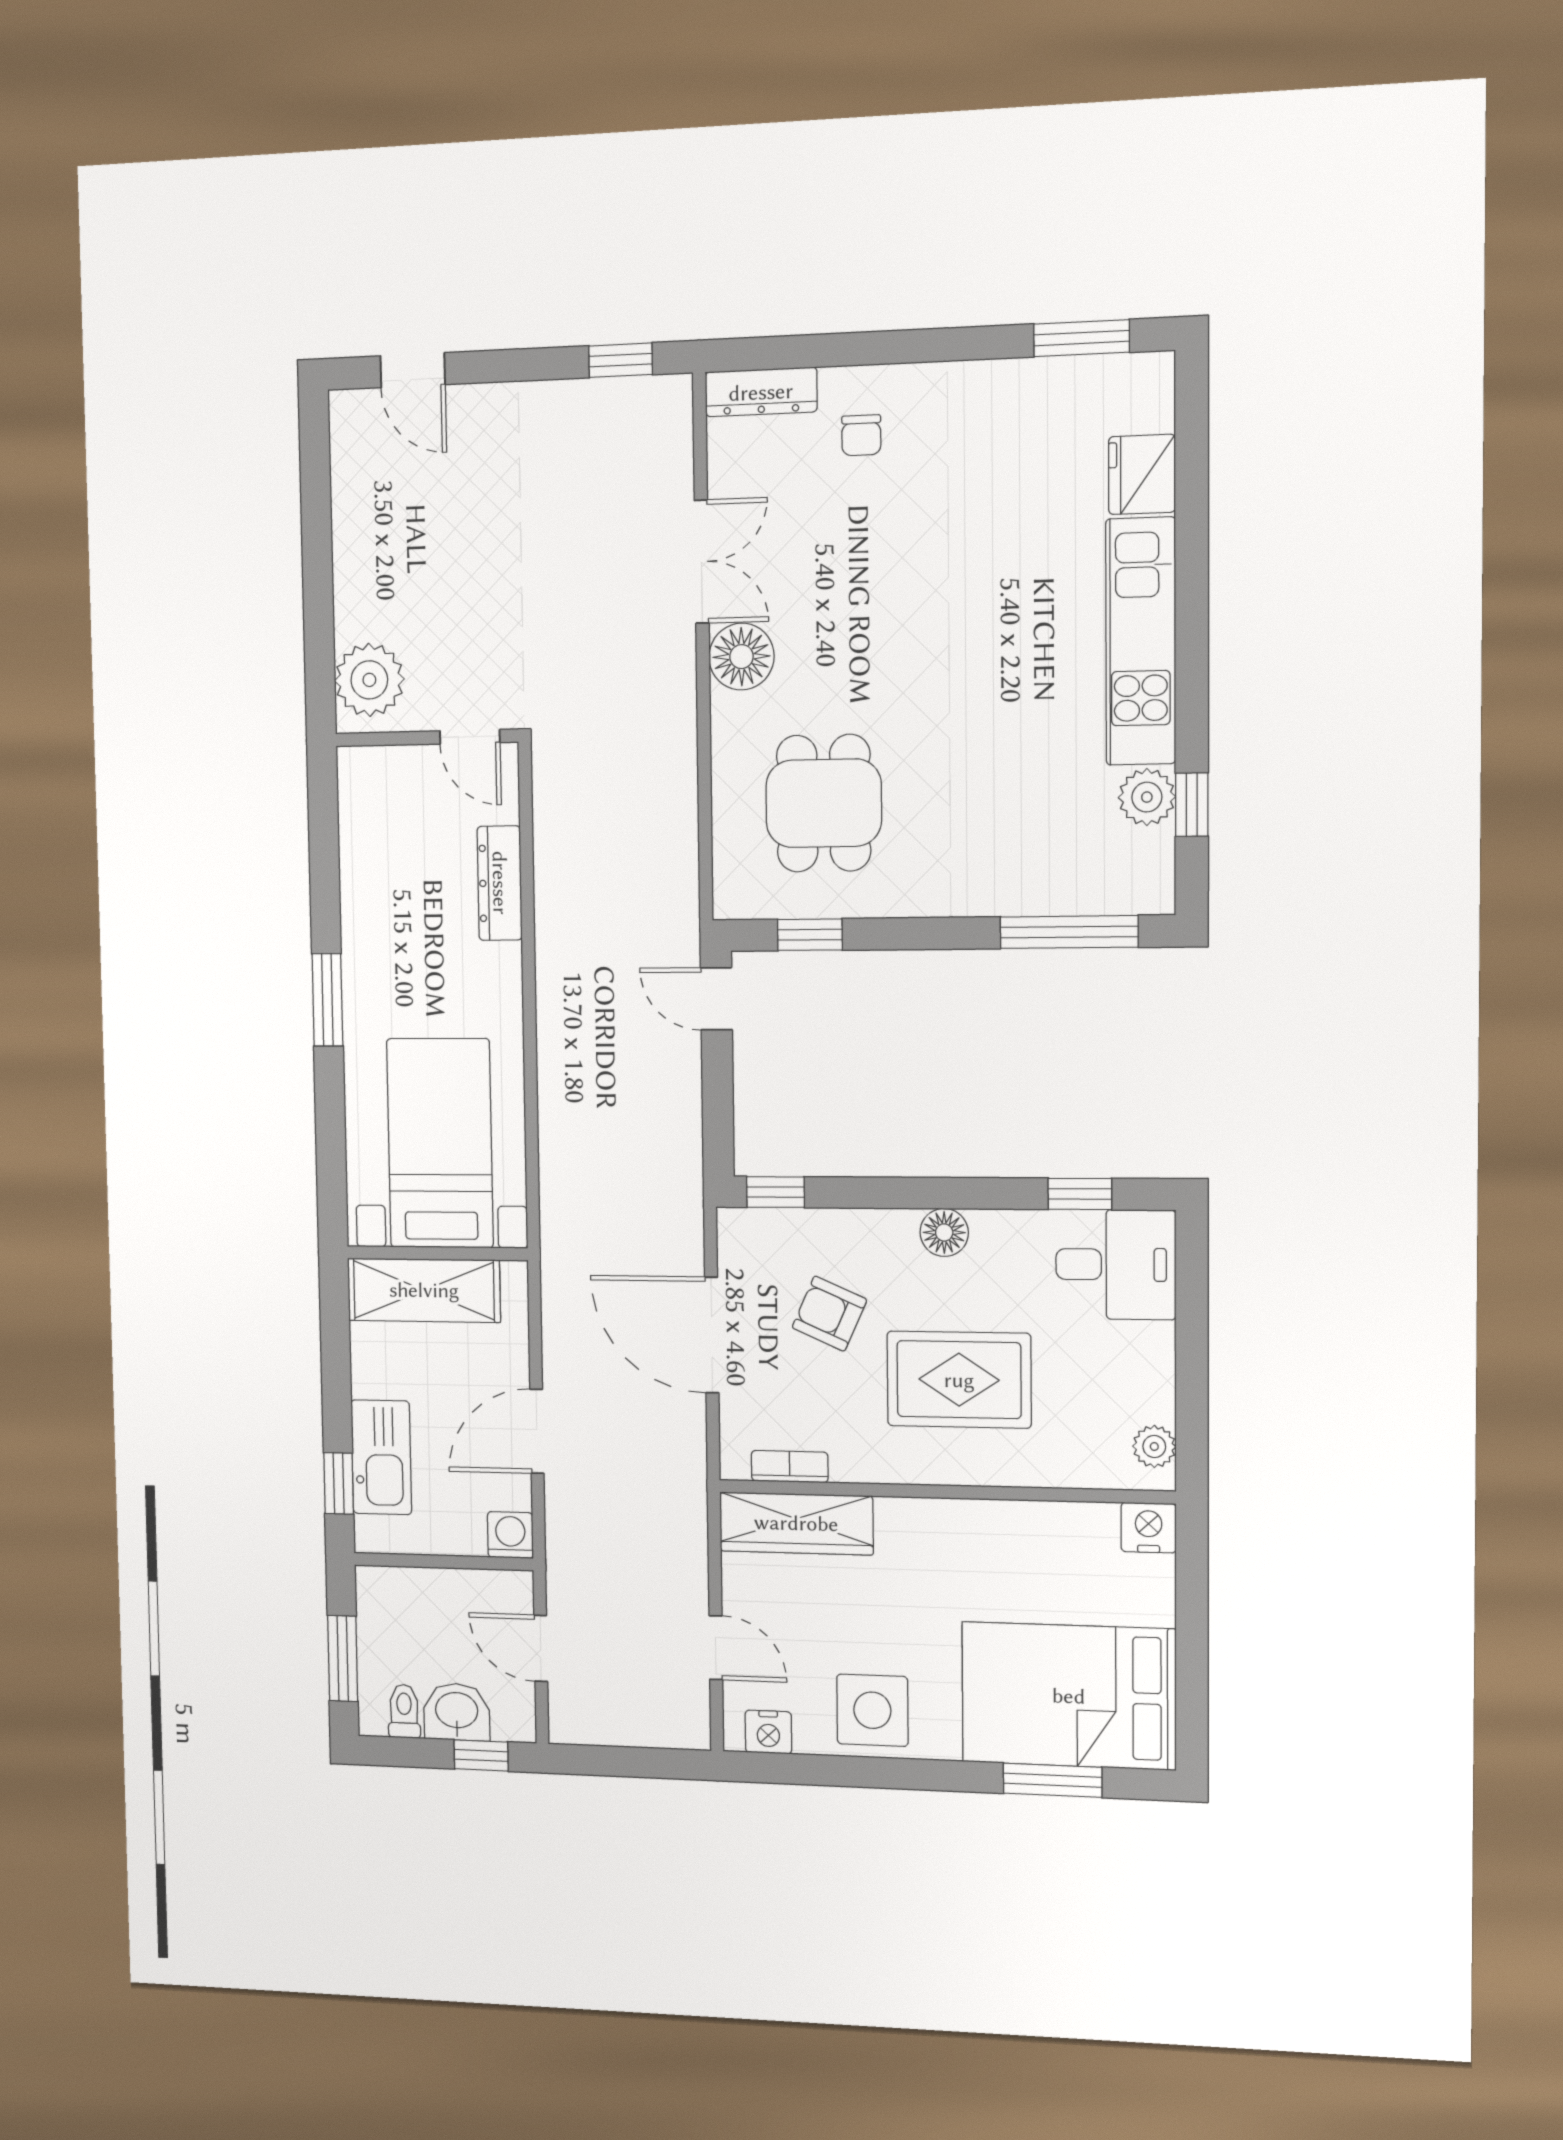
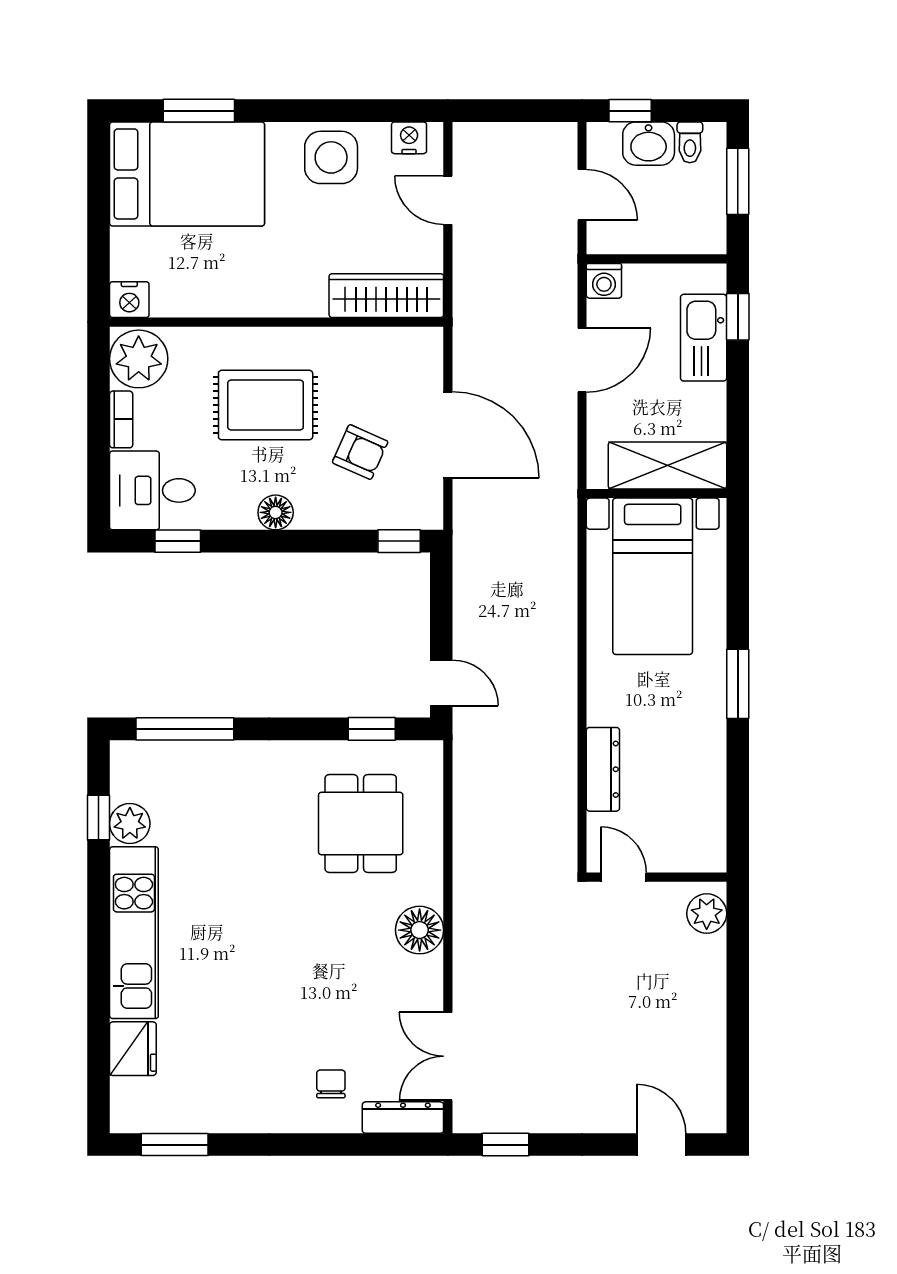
double door: (702, 562) -> (448, 1056), moved
plant: (369, 680) -> (707, 913), width x0.73, depth x0.73
plant: (1154, 1447) -> (139, 359), width x1.88, depth x1.88
bookcase: (790, 1467) -> (121, 419), moved, turned -90

